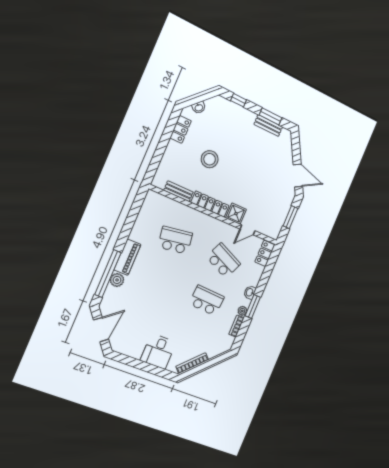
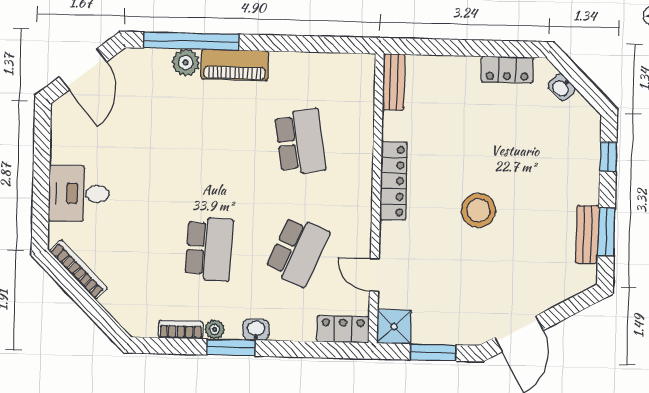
stool: (210, 159) -> (478, 210), moved
bench: (179, 191) -> (394, 82), moved
shower: (236, 214) -> (394, 327), moved
door: (101, 330) -> (83, 69), hinge flipped

